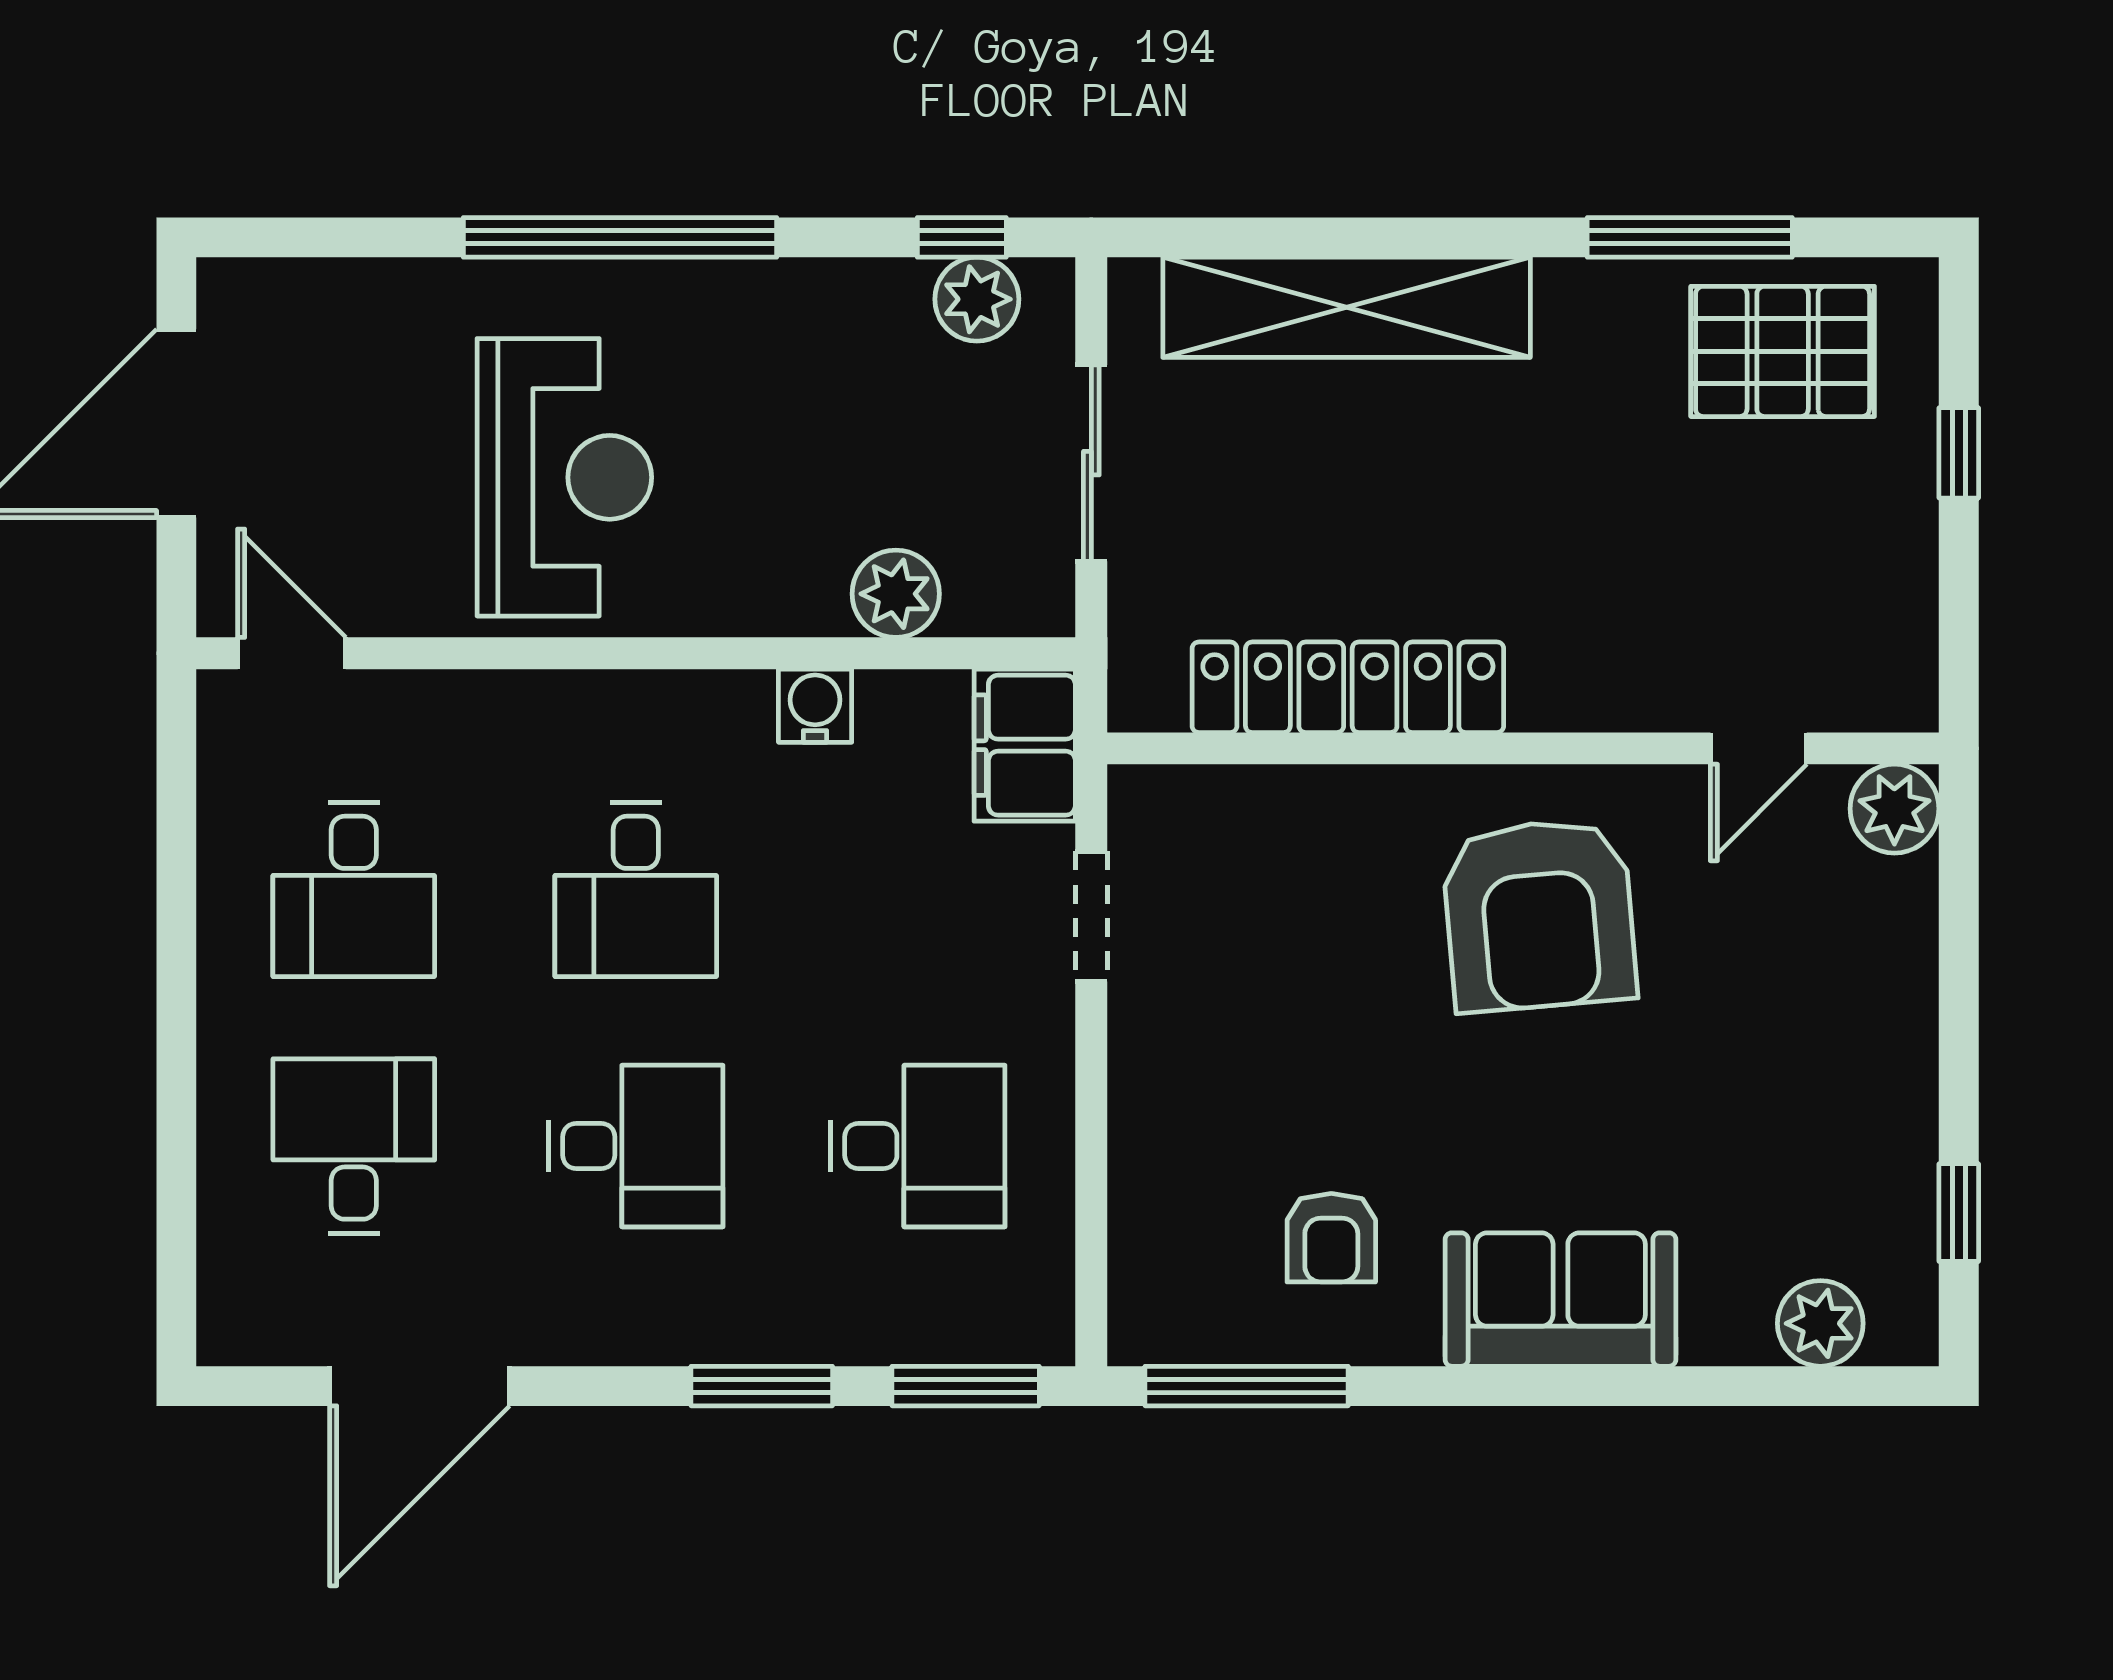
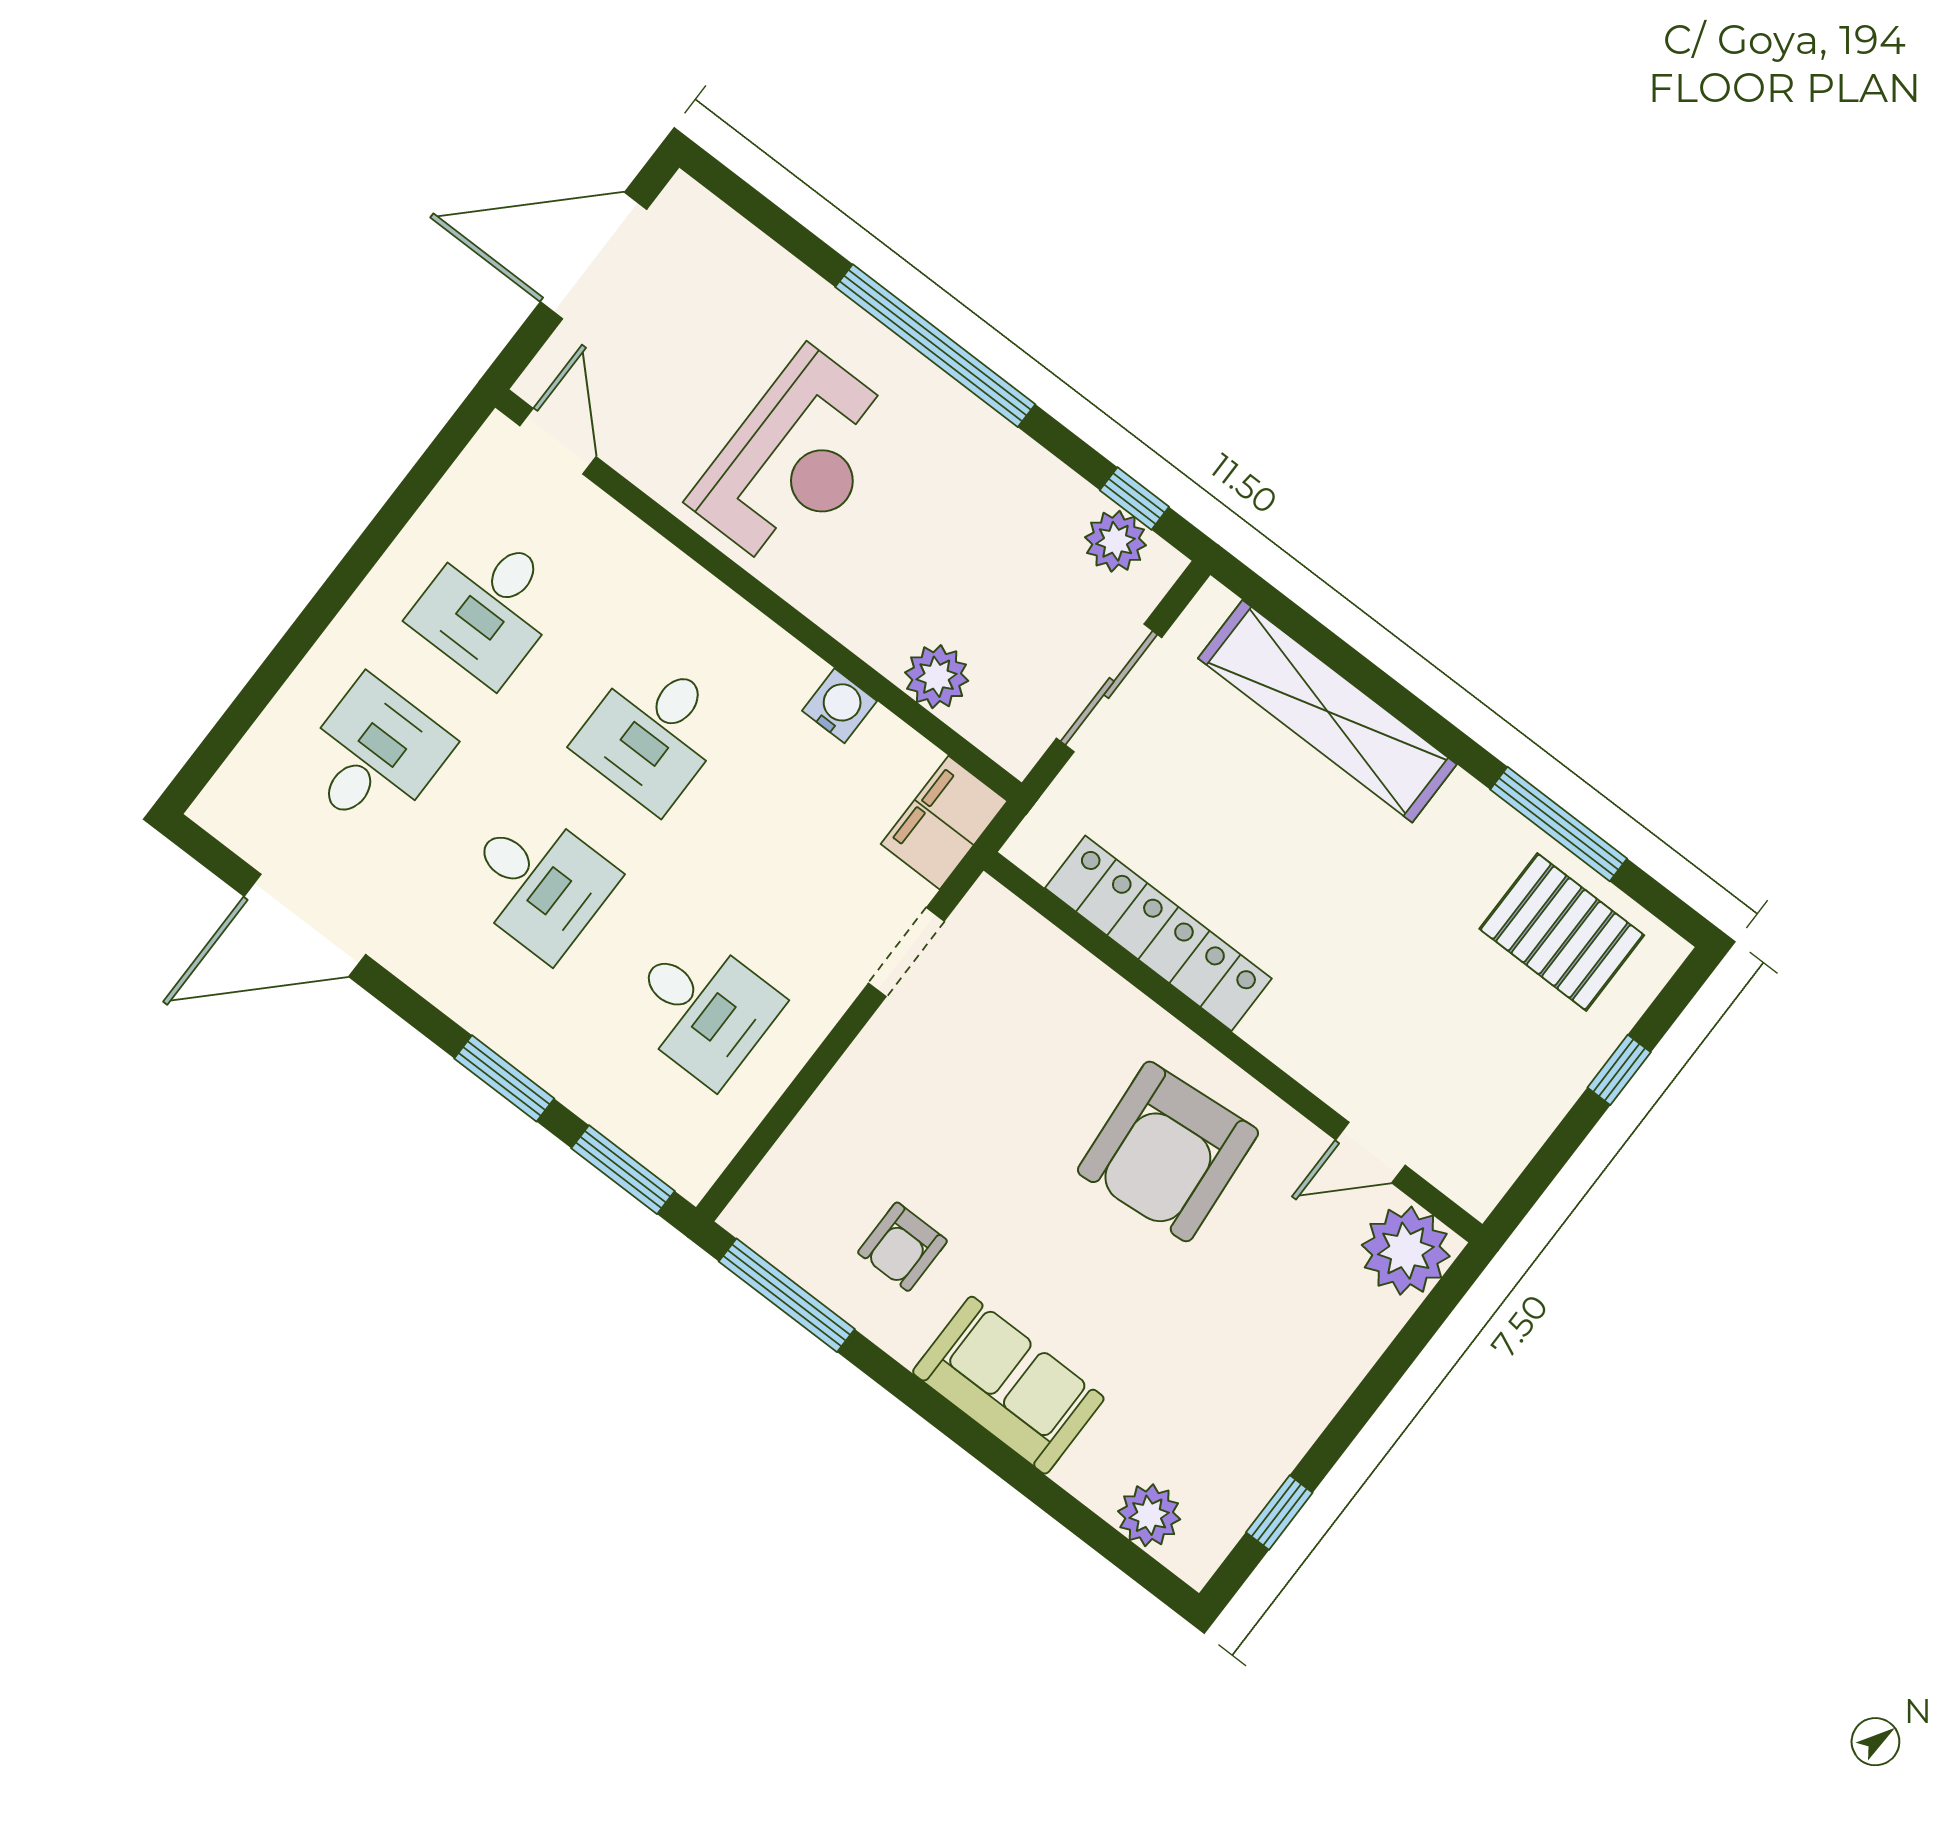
plant: (1894, 809) -> (1406, 1251), width x1.36, depth x1.36

